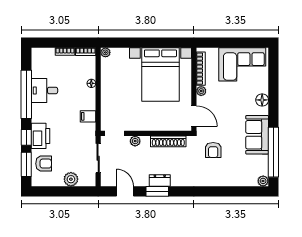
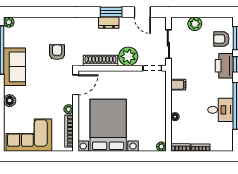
door: (194, 116) -> (76, 85), swing flipped
plant: (135, 141) -> (128, 56), width x1.87, depth x1.87

